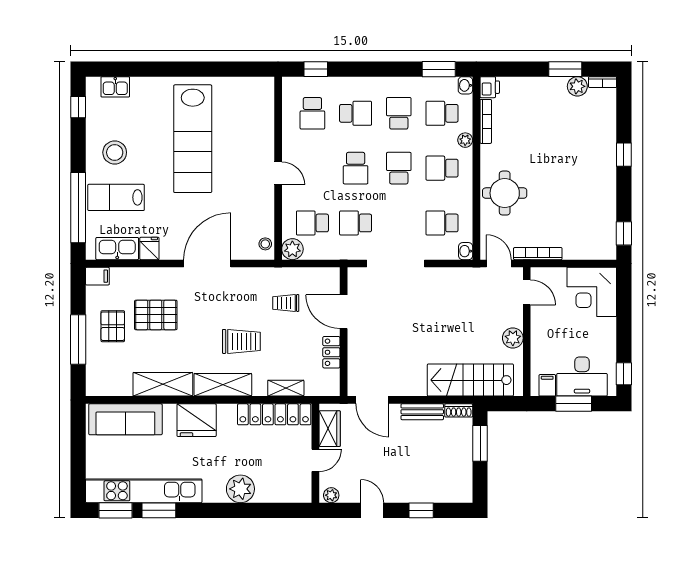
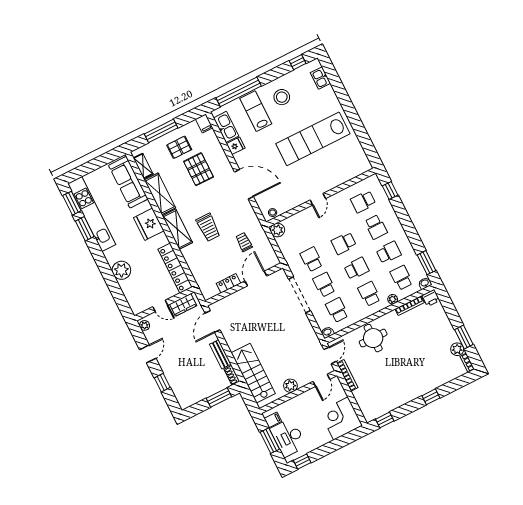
school desk: (312, 223) -> (324, 285), moved
shelving: (286, 388) -> (143, 166), moved

